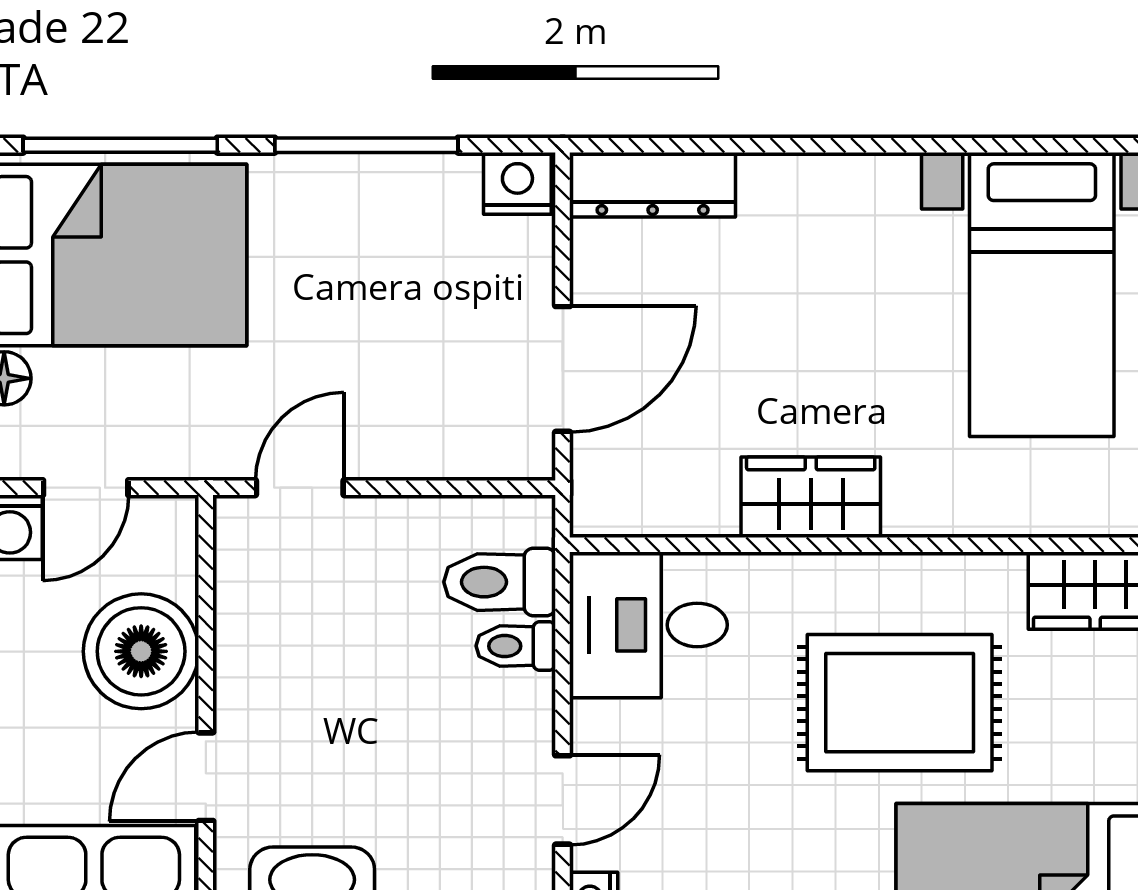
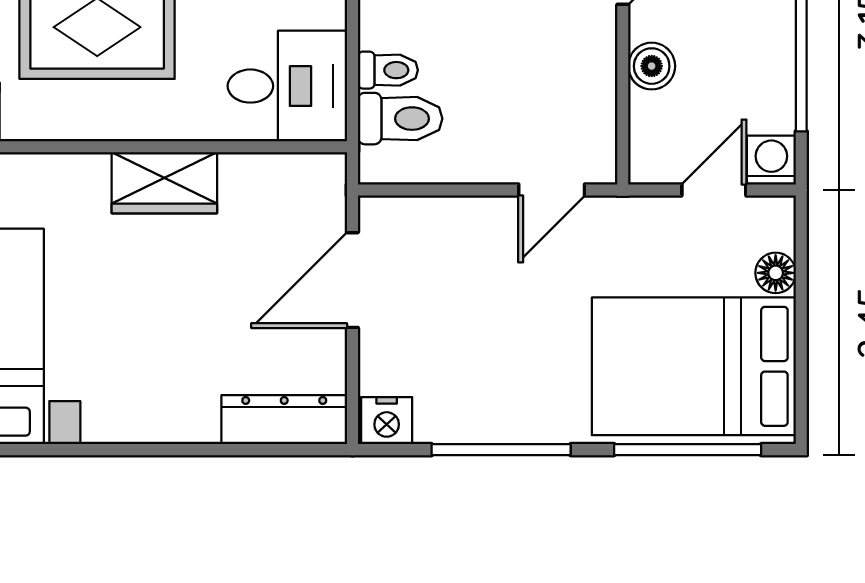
boiler: (141, 651) -> (652, 66), width x0.54, depth x0.54

